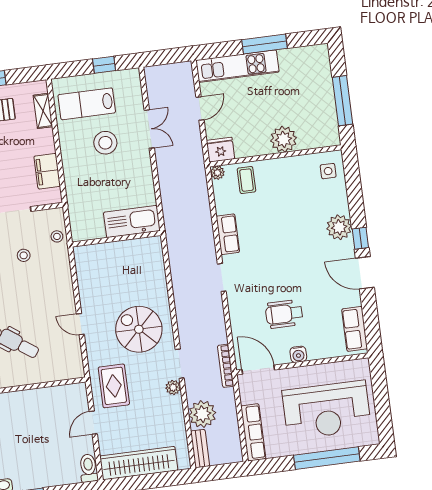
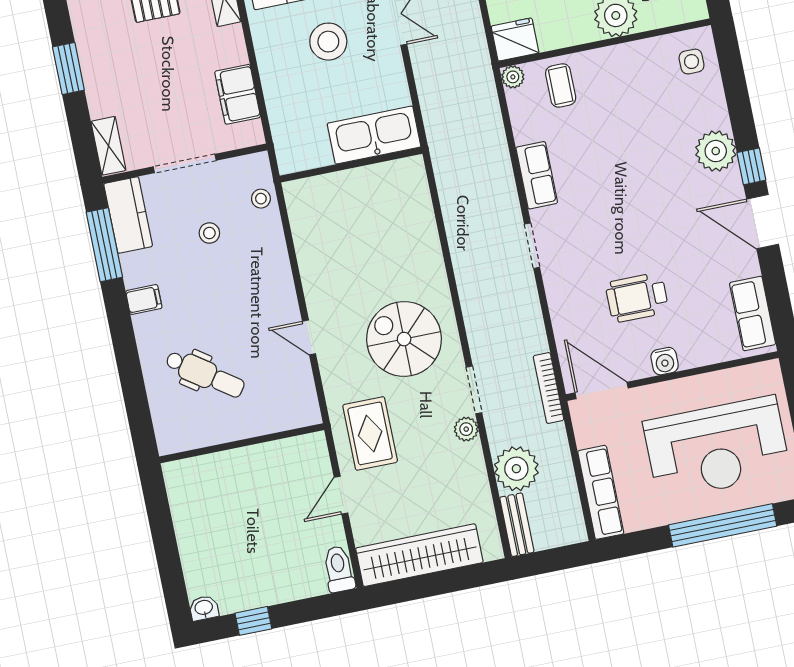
kitchen sink: (132, 222) -> (374, 135), moved
wall: (116, 239) -> (351, 165), moved

